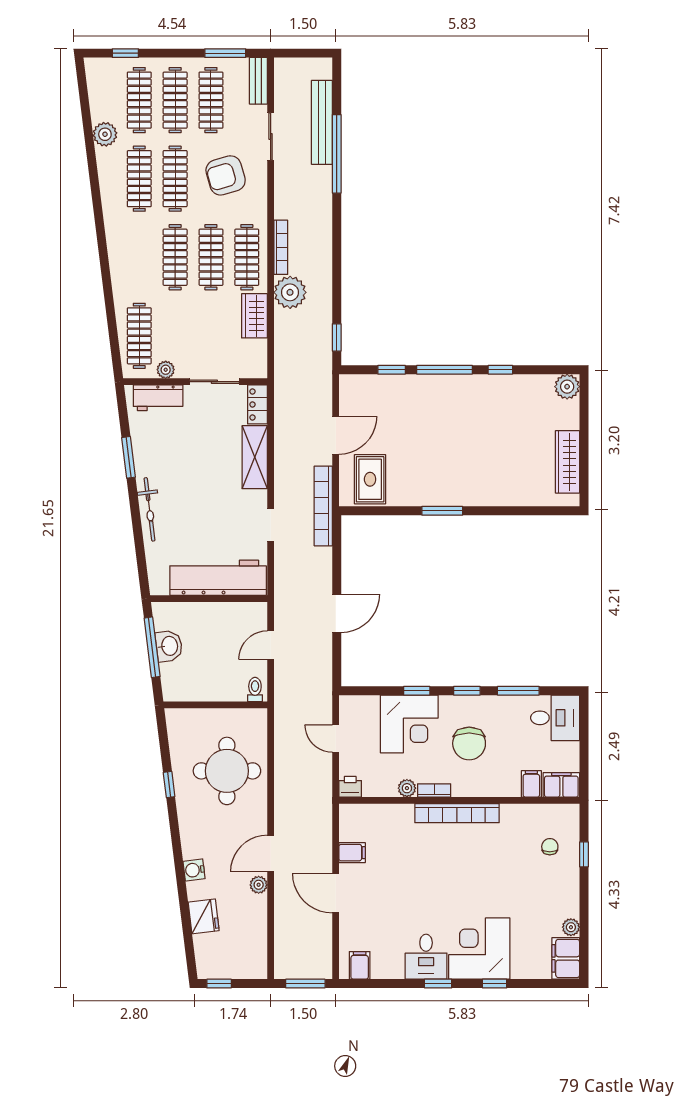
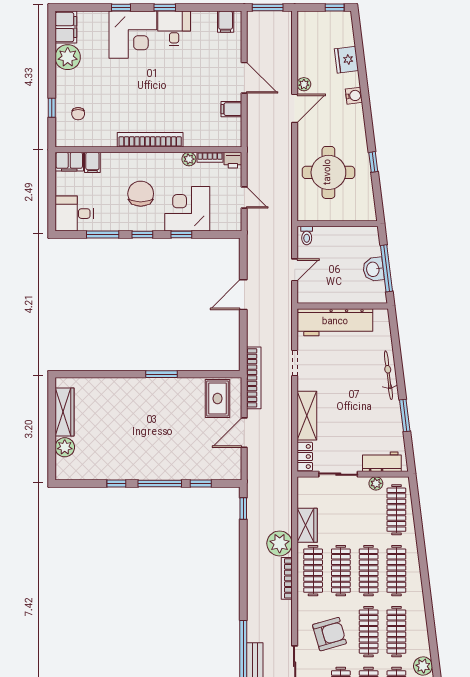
clothes rail: (139, 257) -> (396, 571), added
plant: (567, 387) -> (65, 447), moved
bookcase: (434, 790) -> (210, 157), moved
plant: (571, 927) -> (68, 57), width x1.87, depth x1.87

